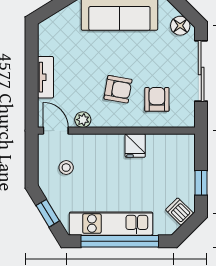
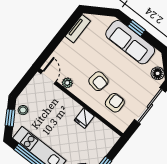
tv unit: (45, 77) -> (78, 29), moved
stool: (66, 168) -> (23, 110), moved

